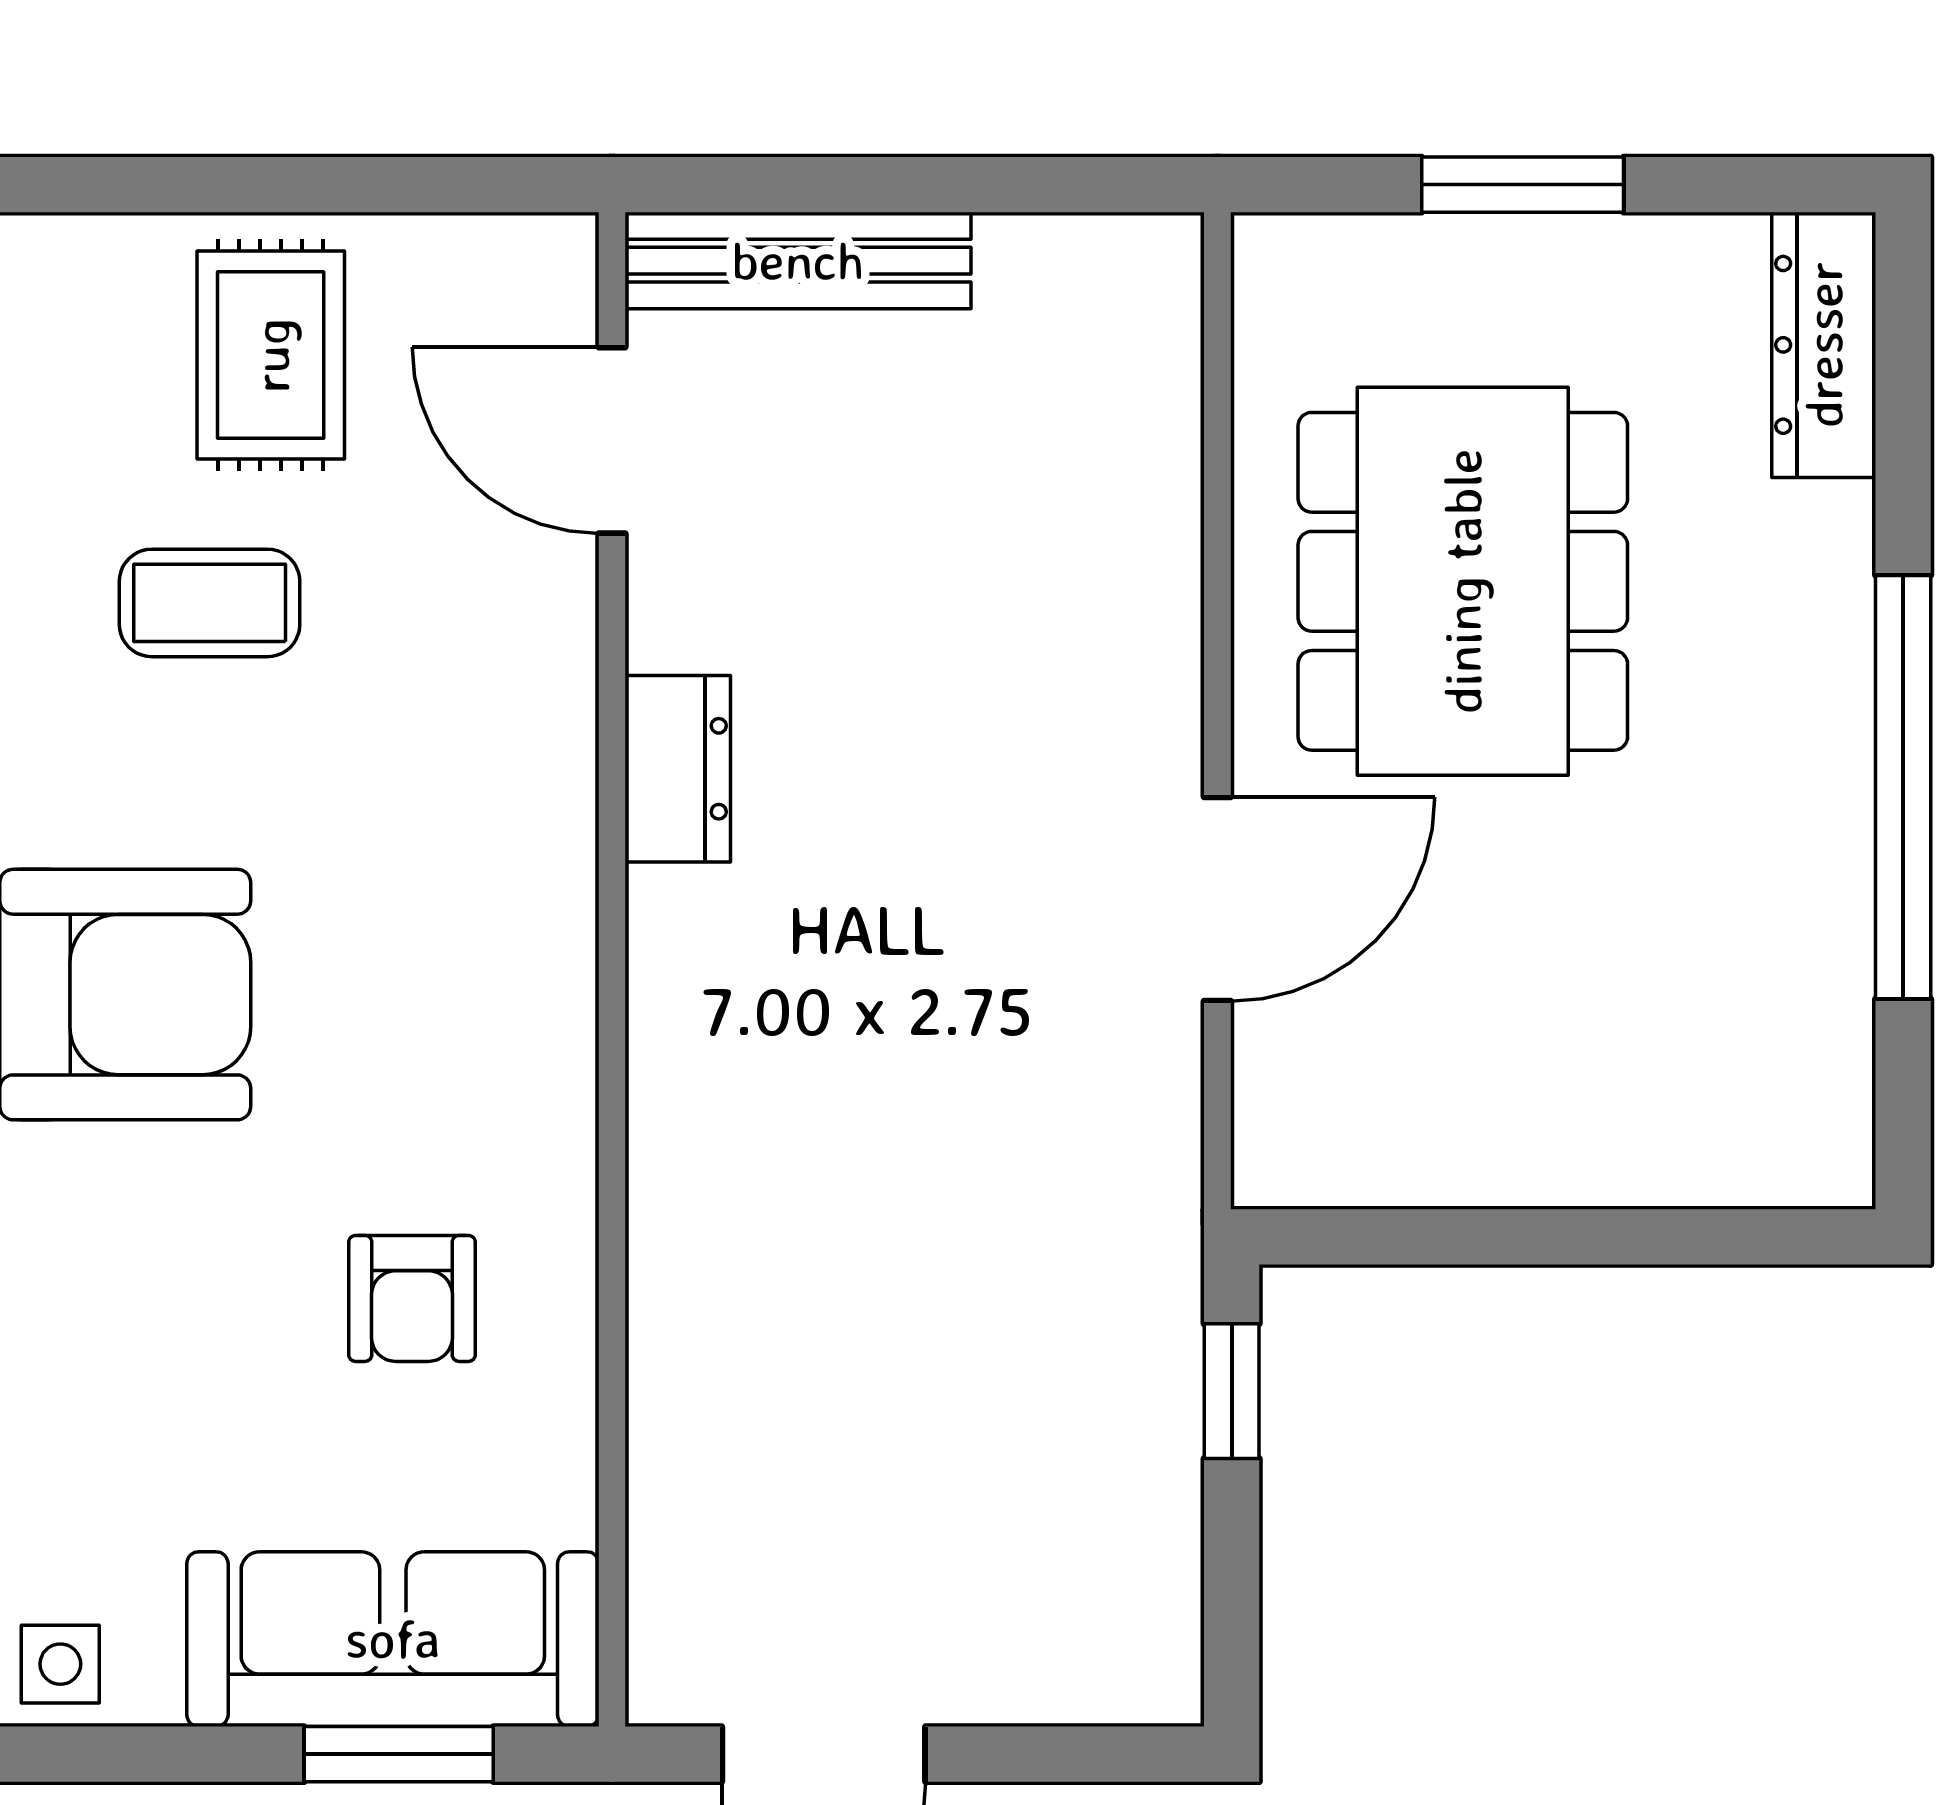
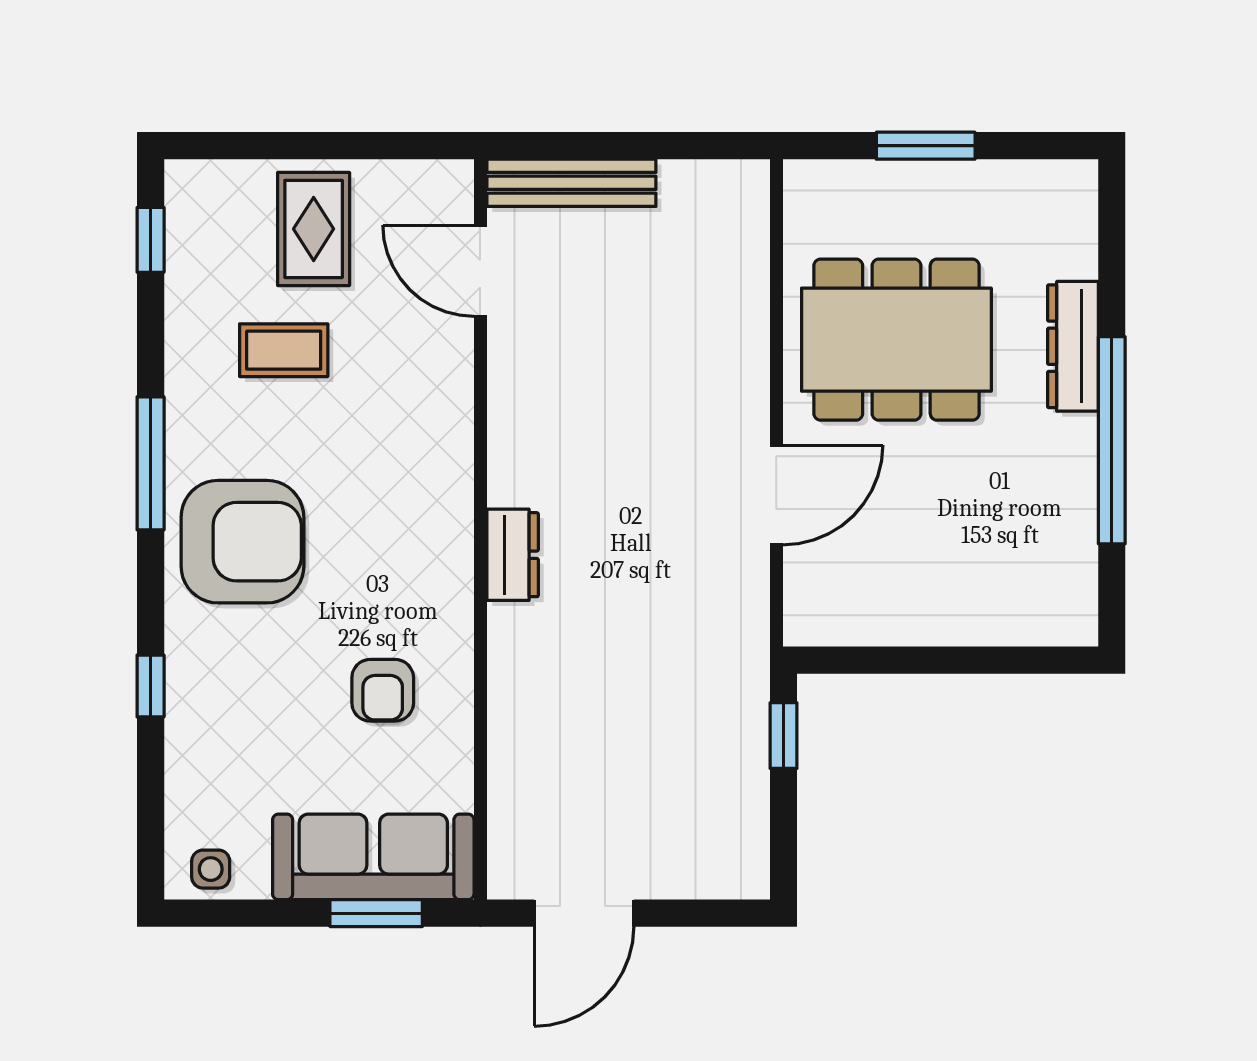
dresser: (1824, 345) -> (1073, 346), moved
dining table: (1463, 581) -> (896, 340), turned 90
dresser: (678, 769) -> (513, 555), moved

